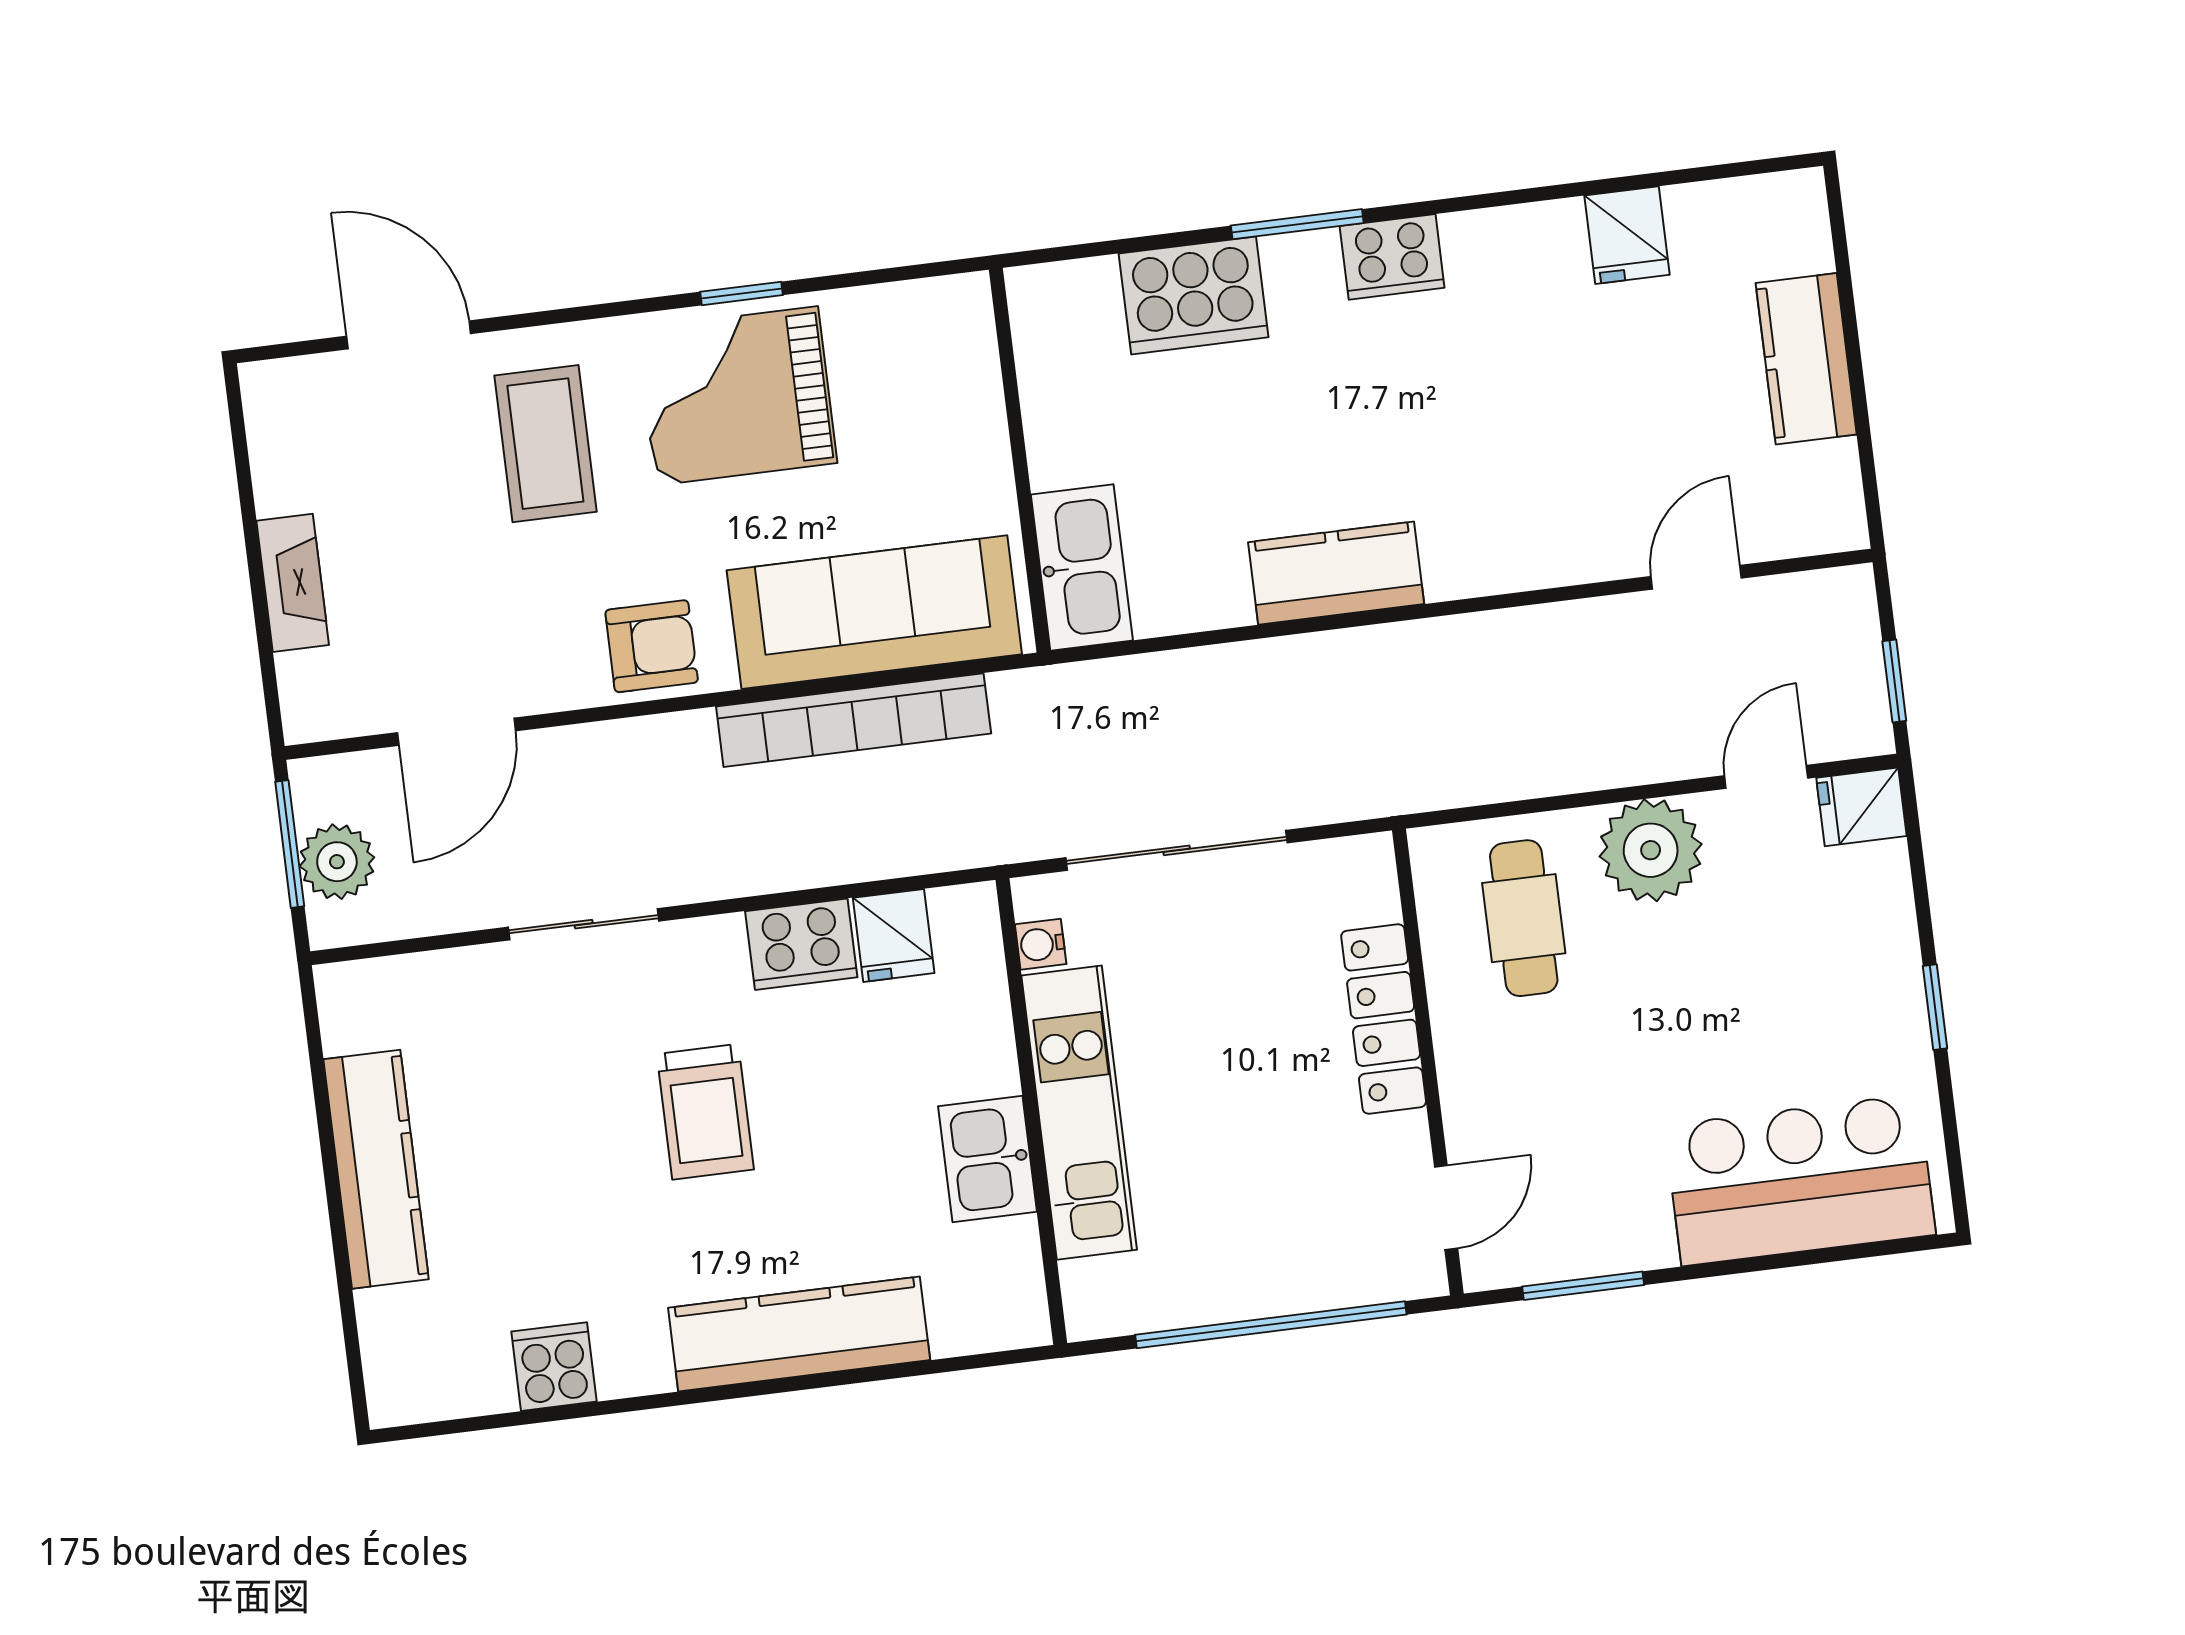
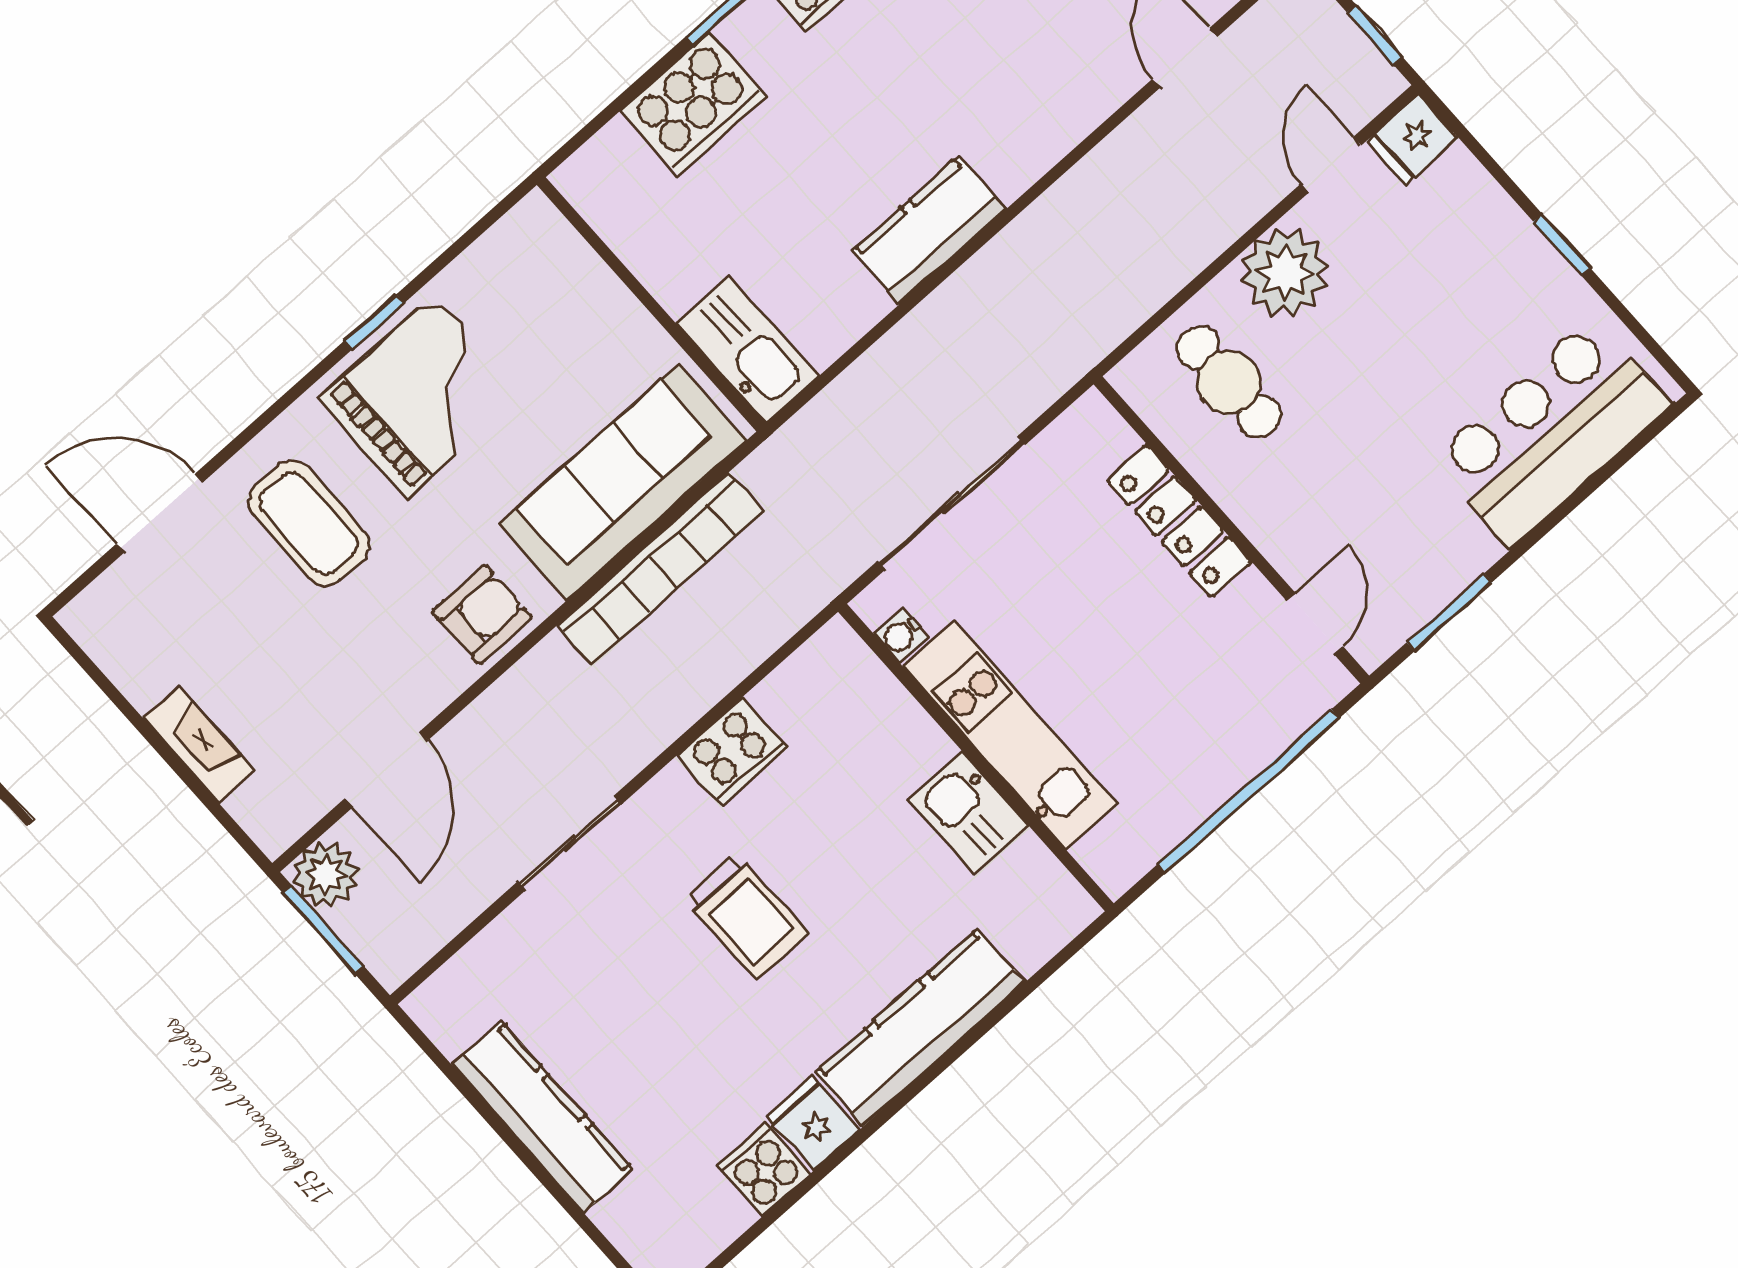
grand piano: (737, 396) -> (421, 396), turned 180
plant: (337, 862) -> (326, 875), moved
fridge: (894, 935) -> (813, 1123), moved, turned 180

